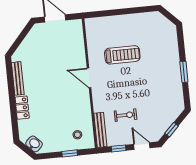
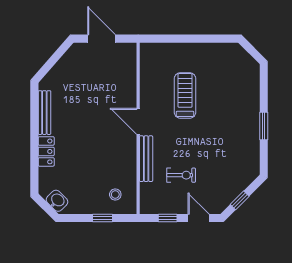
treadmill: (122, 55) -> (185, 95), turned -90
bench: (100, 130) -> (146, 159), moved

